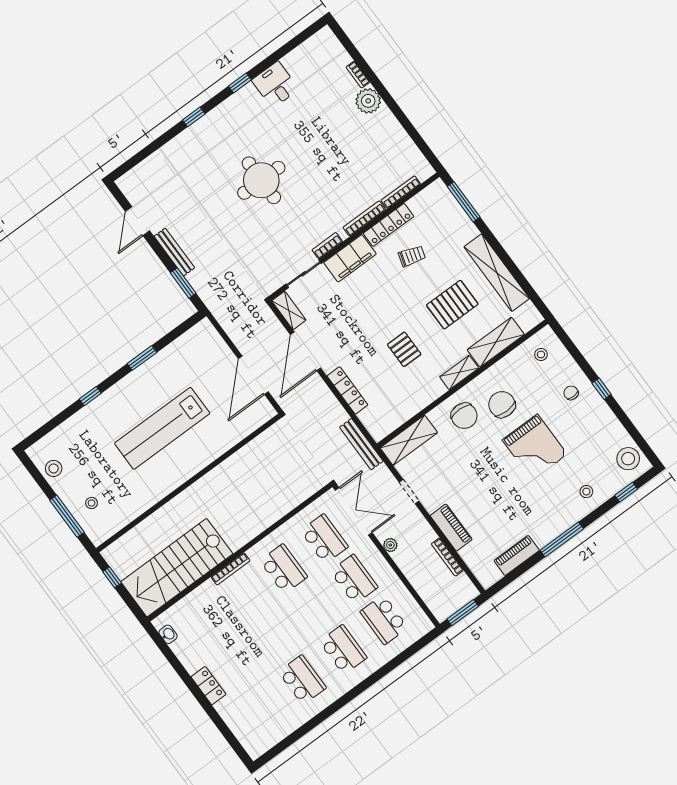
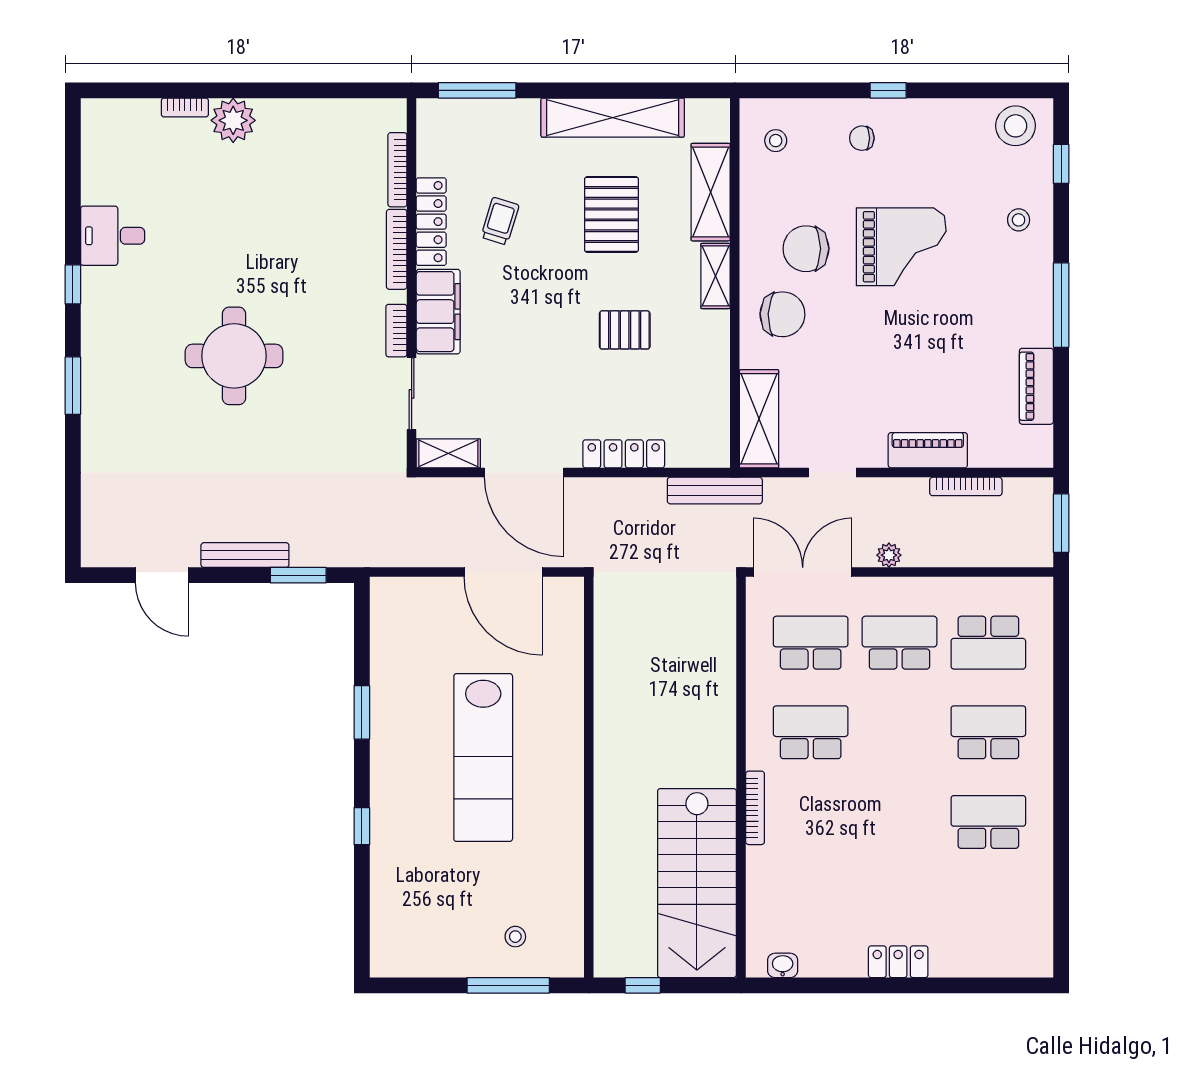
window: (194, 117) -> (73, 386), width x1.50
stool: (54, 468) -> (426, 954), removed

